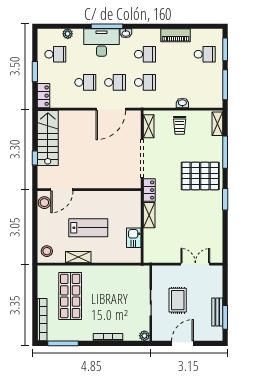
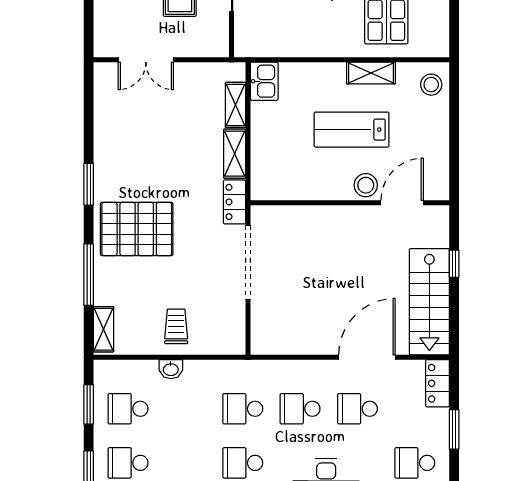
school desk: (205, 82) -> (128, 409), added
window: (225, 85) -> (89, 404), width x0.69
door: (111, 109) -> (367, 357), moved
shelving: (149, 126) -> (236, 105), moved
stool: (44, 203) -> (366, 185), moved
kitchen sink: (134, 238) -> (264, 81), moved

